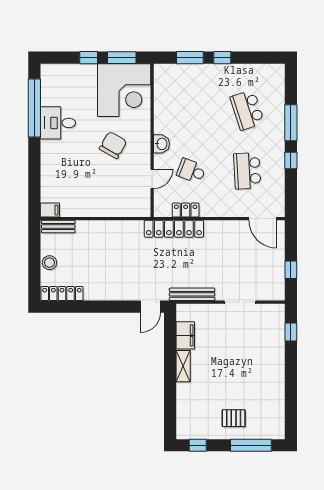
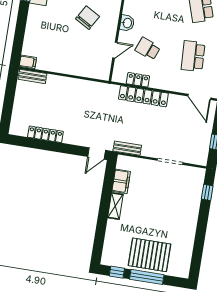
locker: (174, 229) -> (143, 96), moved
stool: (49, 263) -> (21, 105), removed
locker: (62, 293) -> (45, 134), moved
bench: (192, 294) -> (127, 148), width x0.73
pallet: (234, 418) -> (150, 255), width x2.05, depth x2.00
window: (251, 445) -> (147, 277), moved

